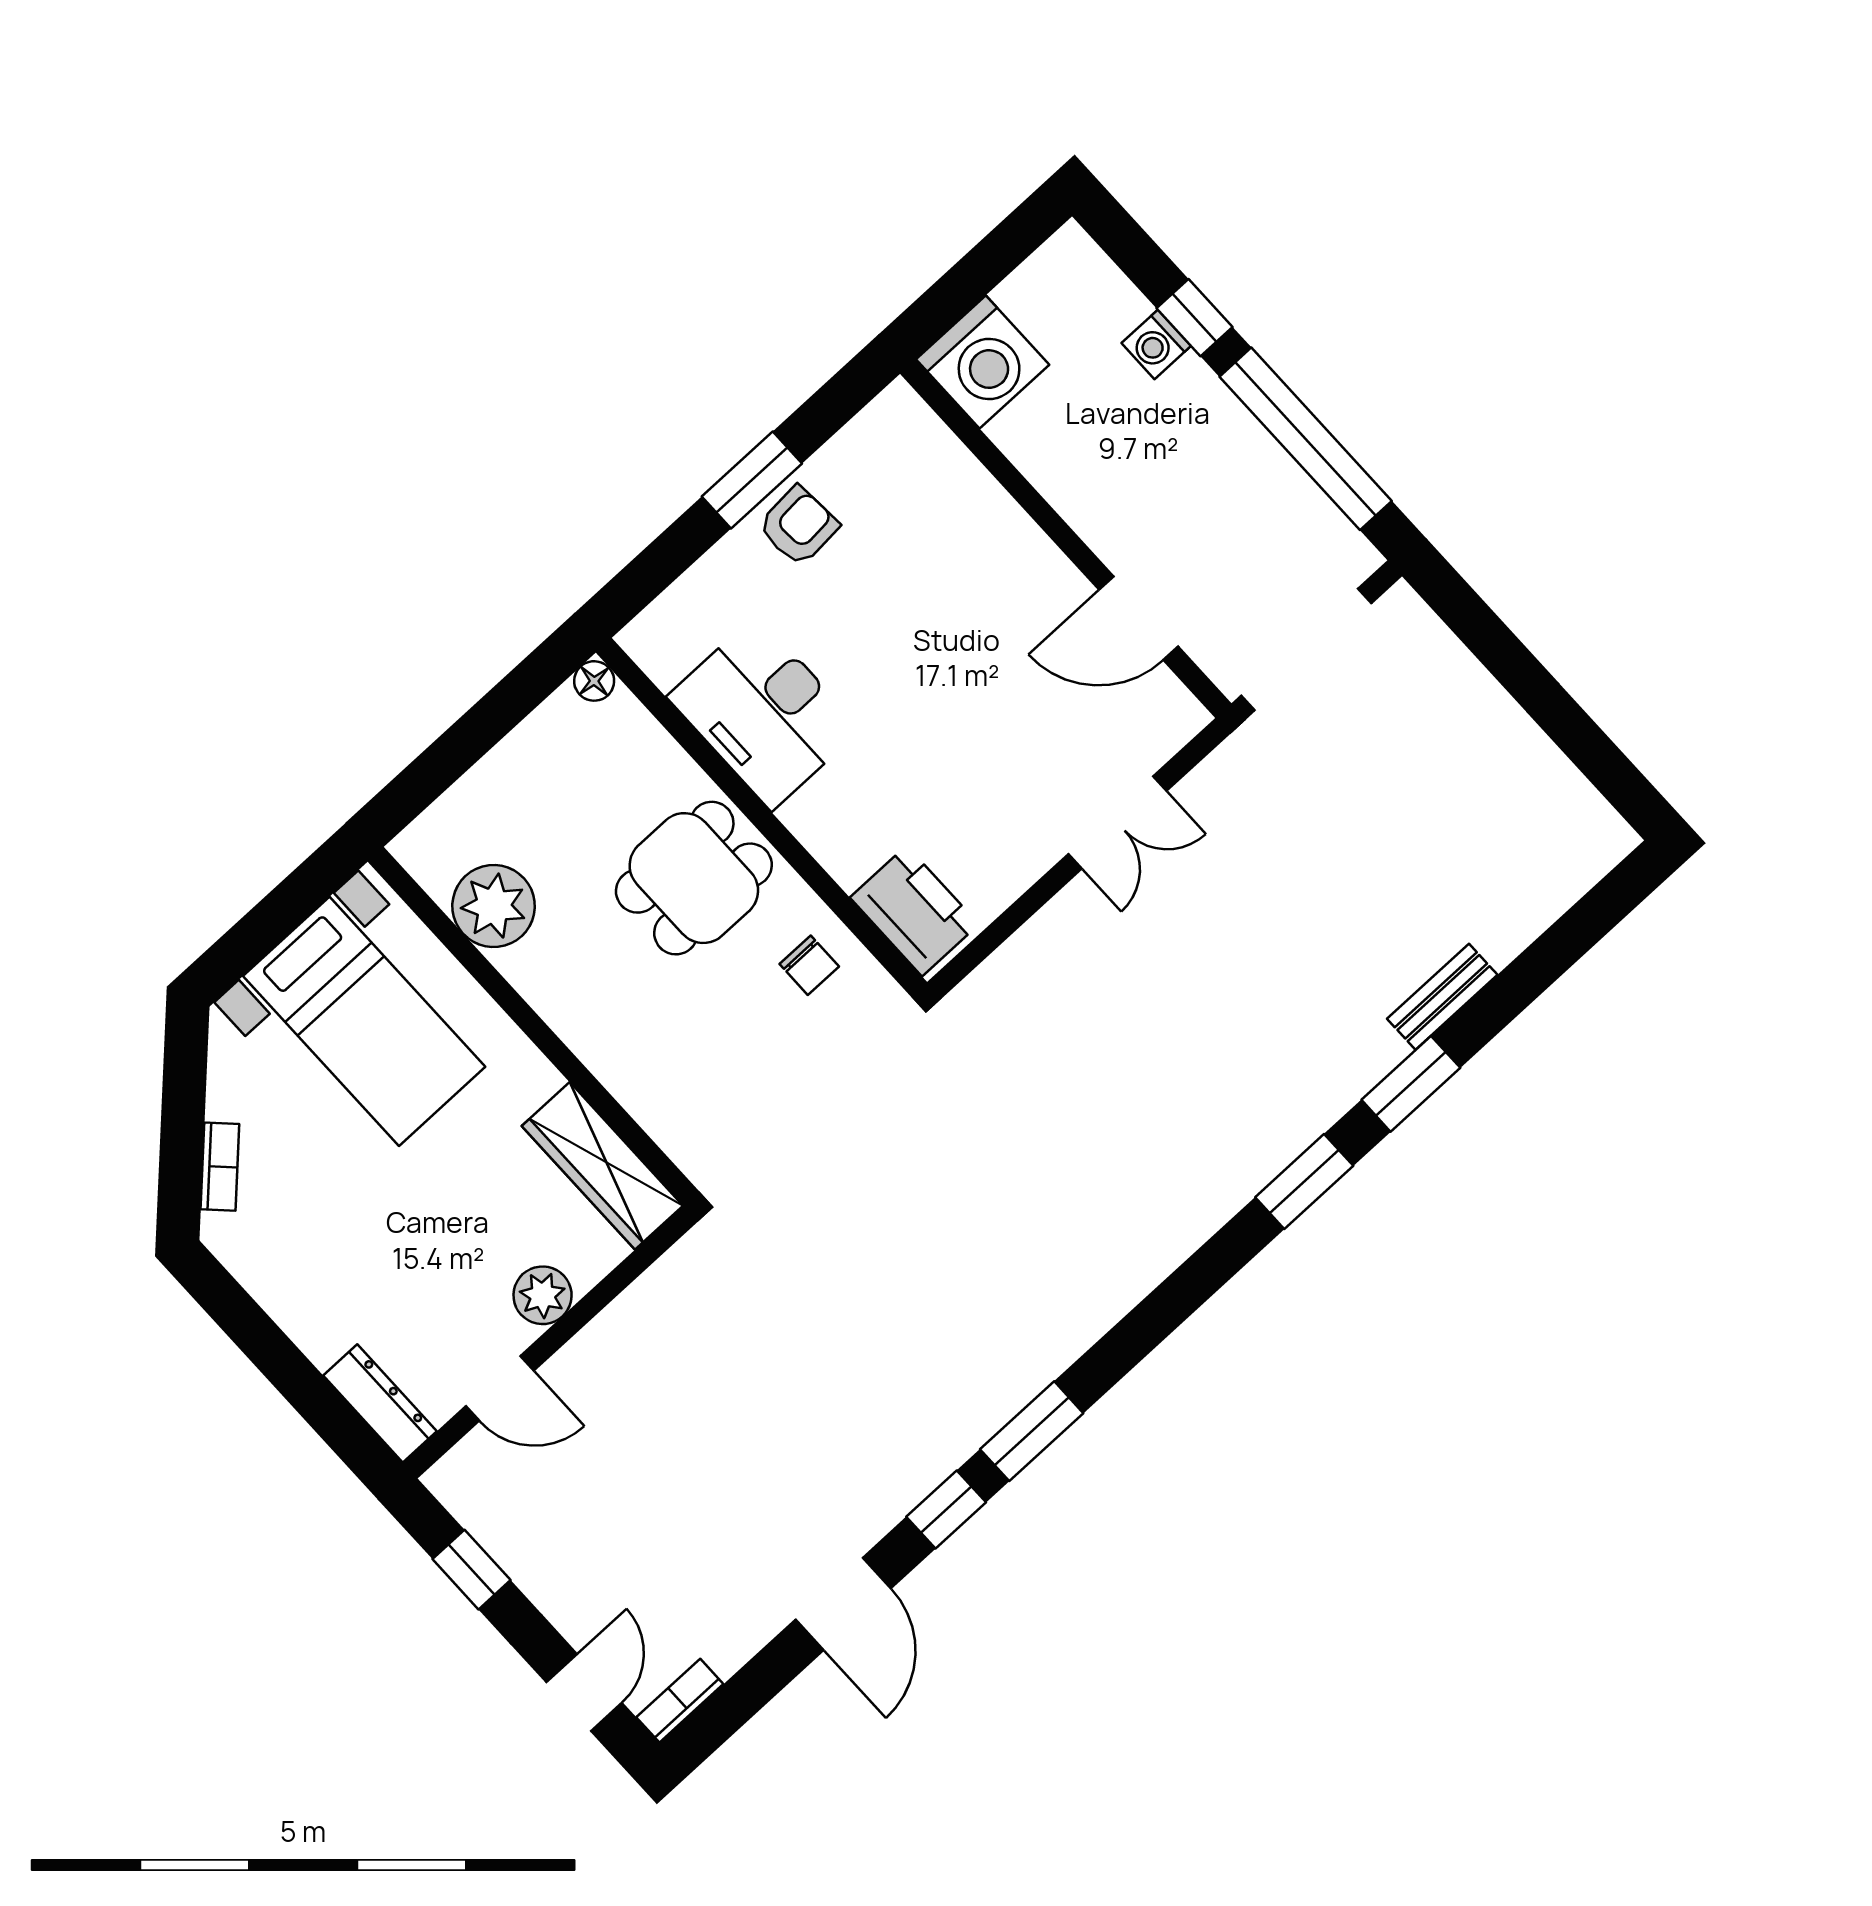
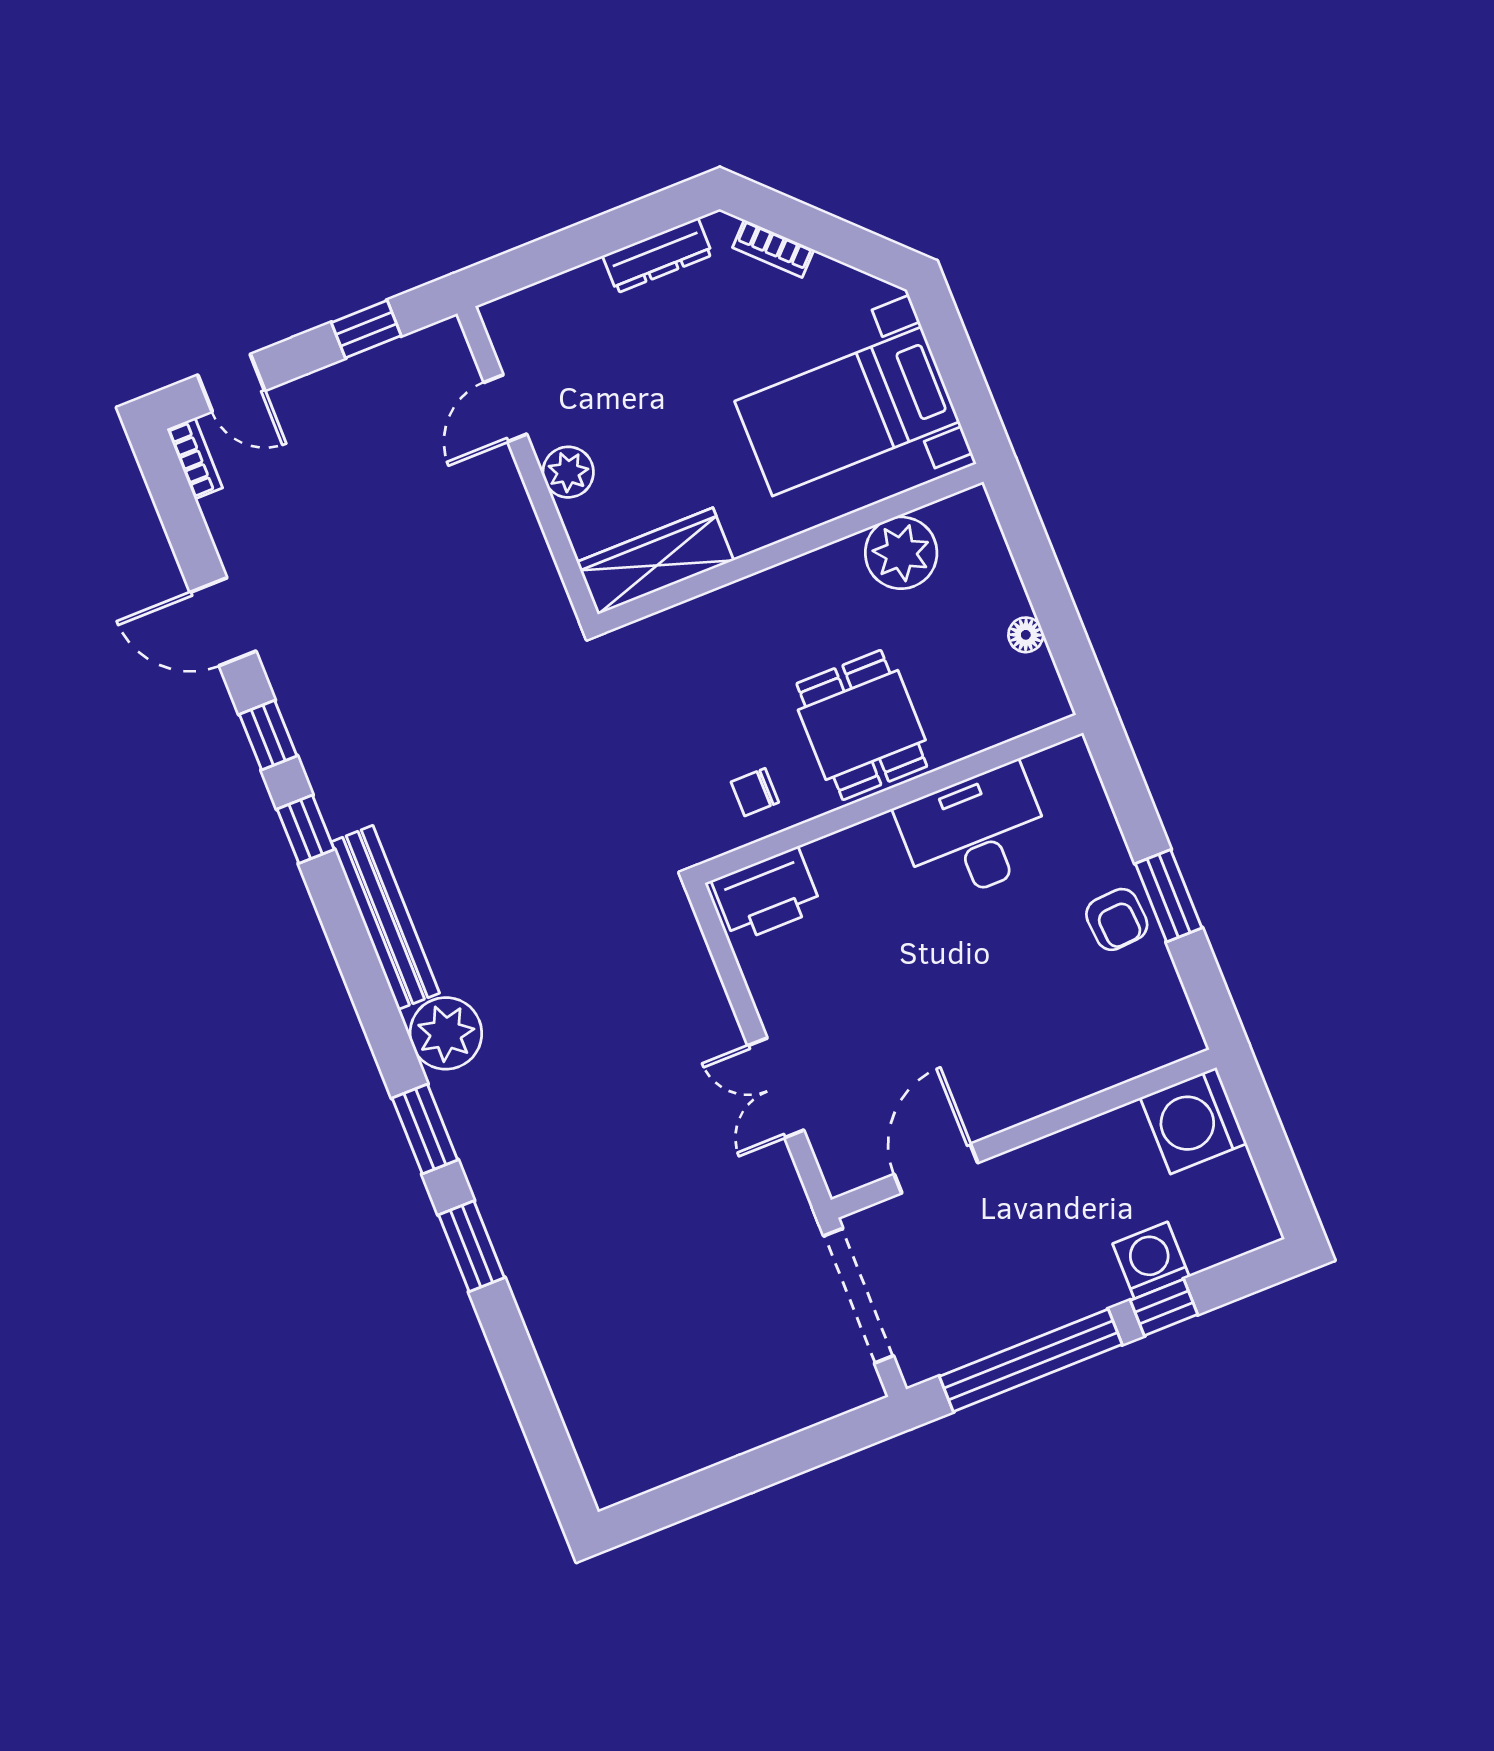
washing machine: (1156, 344) -> (1151, 1260), width x1.38, depth x1.38
floor lamp: (594, 681) -> (1026, 635), moved
bench: (1442, 997) -> (385, 917), moved, width x1.86, depth x1.21
plant: (1193, 1198) -> (446, 1033), added
dresser: (380, 1403) -> (657, 255), moved
window: (1032, 1431) -> (306, 829), width x0.67

